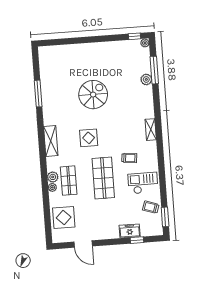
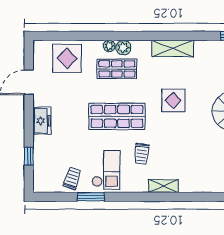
shelving: (151, 130) -> (164, 186), moved
window: (165, 217) -> (91, 197), moved
freezer: (130, 231) -> (42, 121), moved

